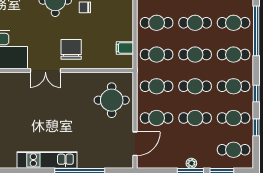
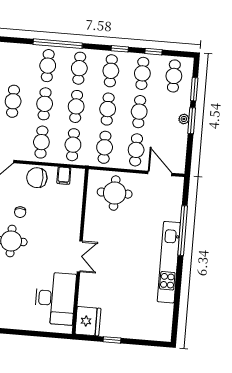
chair: (71, 49) -> (37, 178), moved
kitchen unit: (47, 160) -> (169, 262), width x1.36

